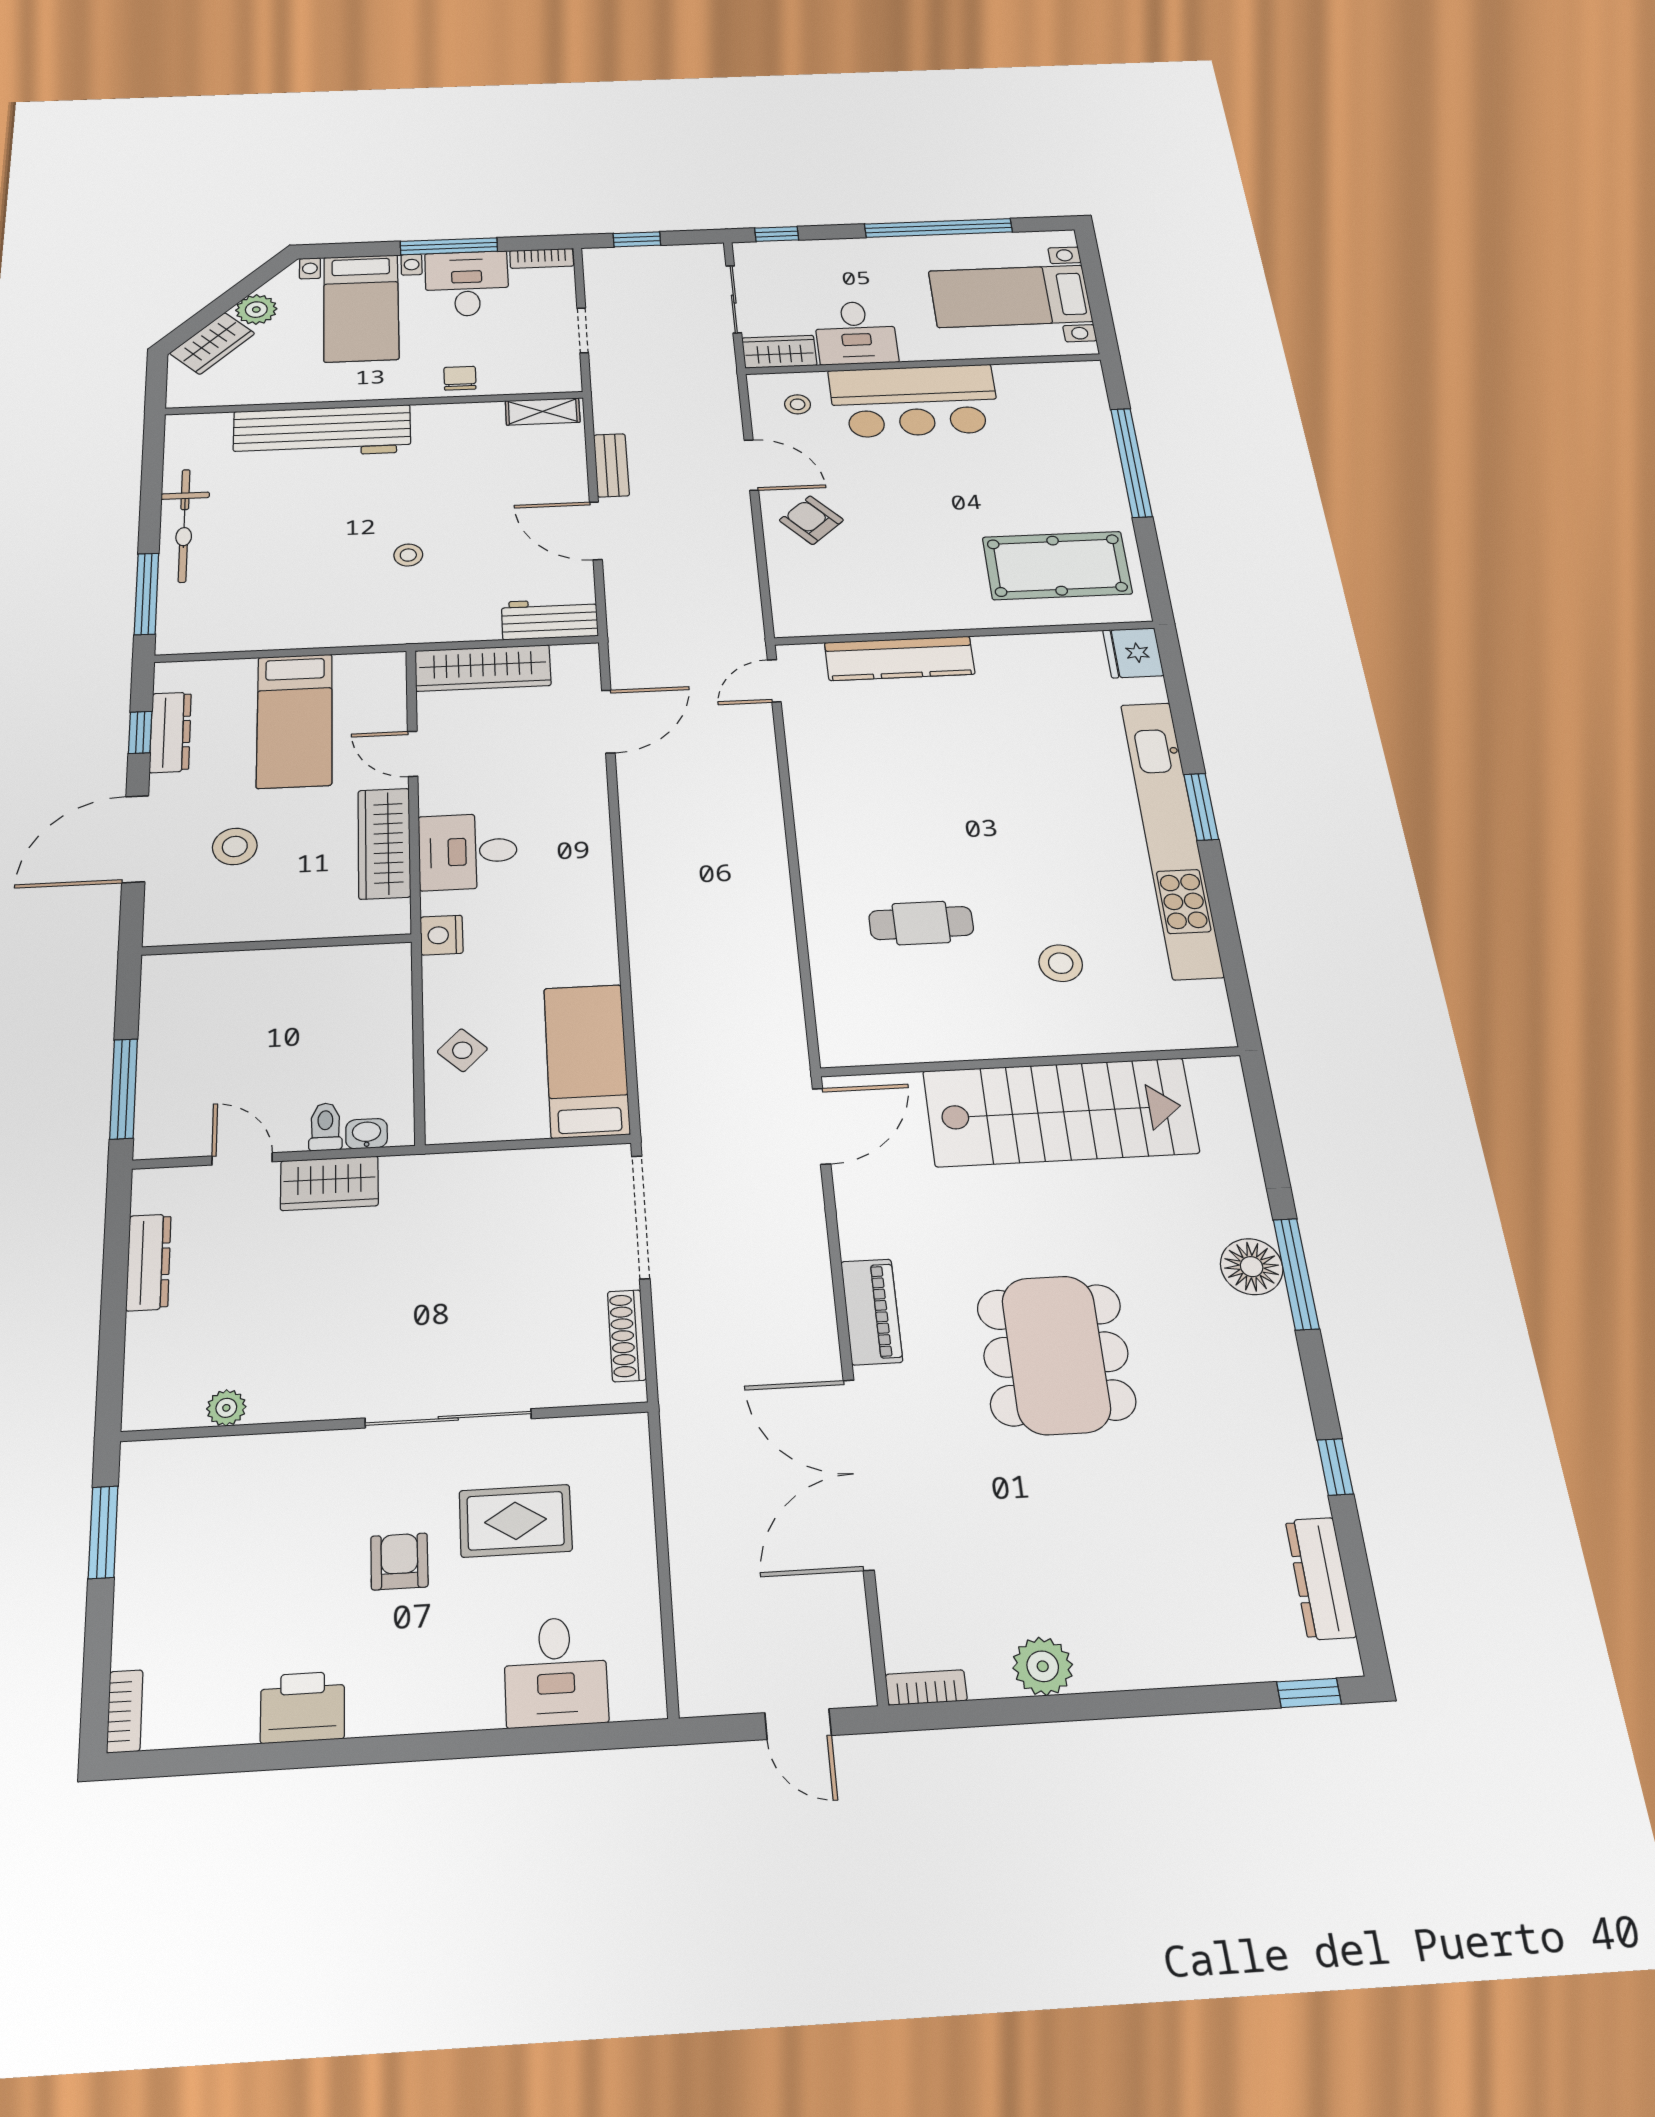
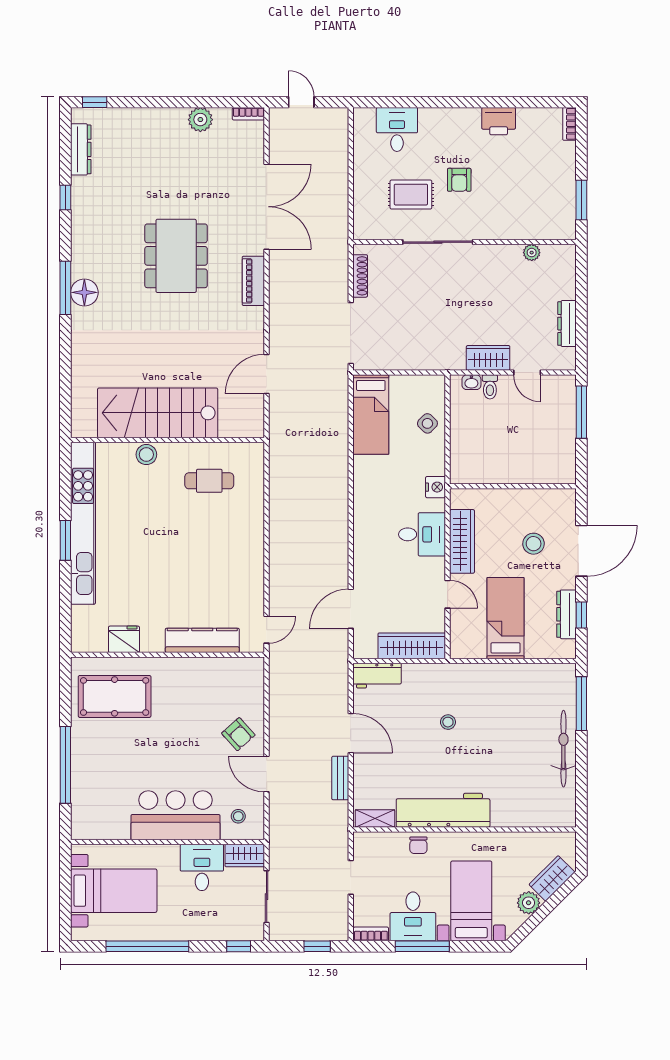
workbench: (322, 432) -> (443, 810), moved
fridge: (1133, 653) -> (124, 639), moved, turned -90
wall: (1031, 1062) -> (168, 440), moved
stairs: (1060, 1112) -> (158, 413), moved

